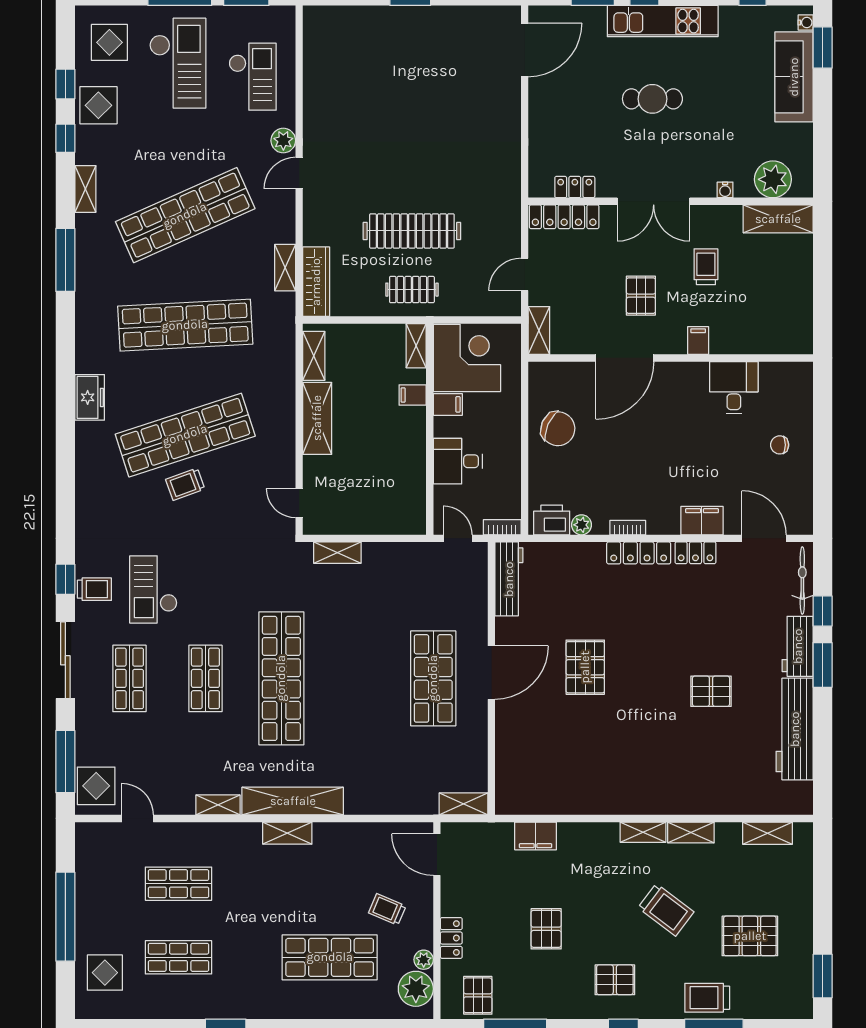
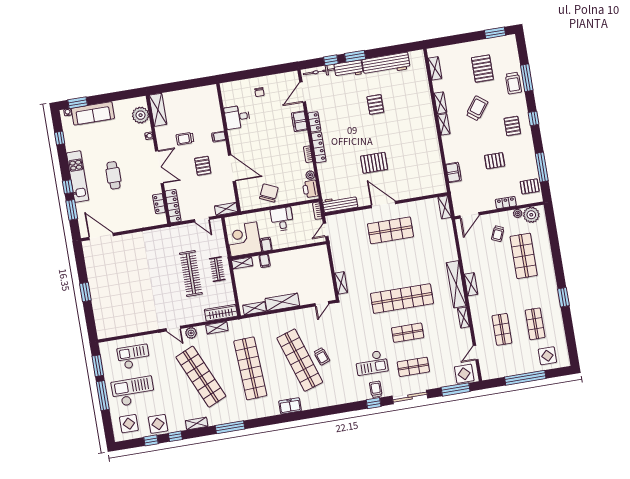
plant: (283, 141) -> (191, 333), moved
pallet: (641, 296) -> (203, 166), turned 90
desk: (458, 461) -> (282, 219), moved, turned 180

